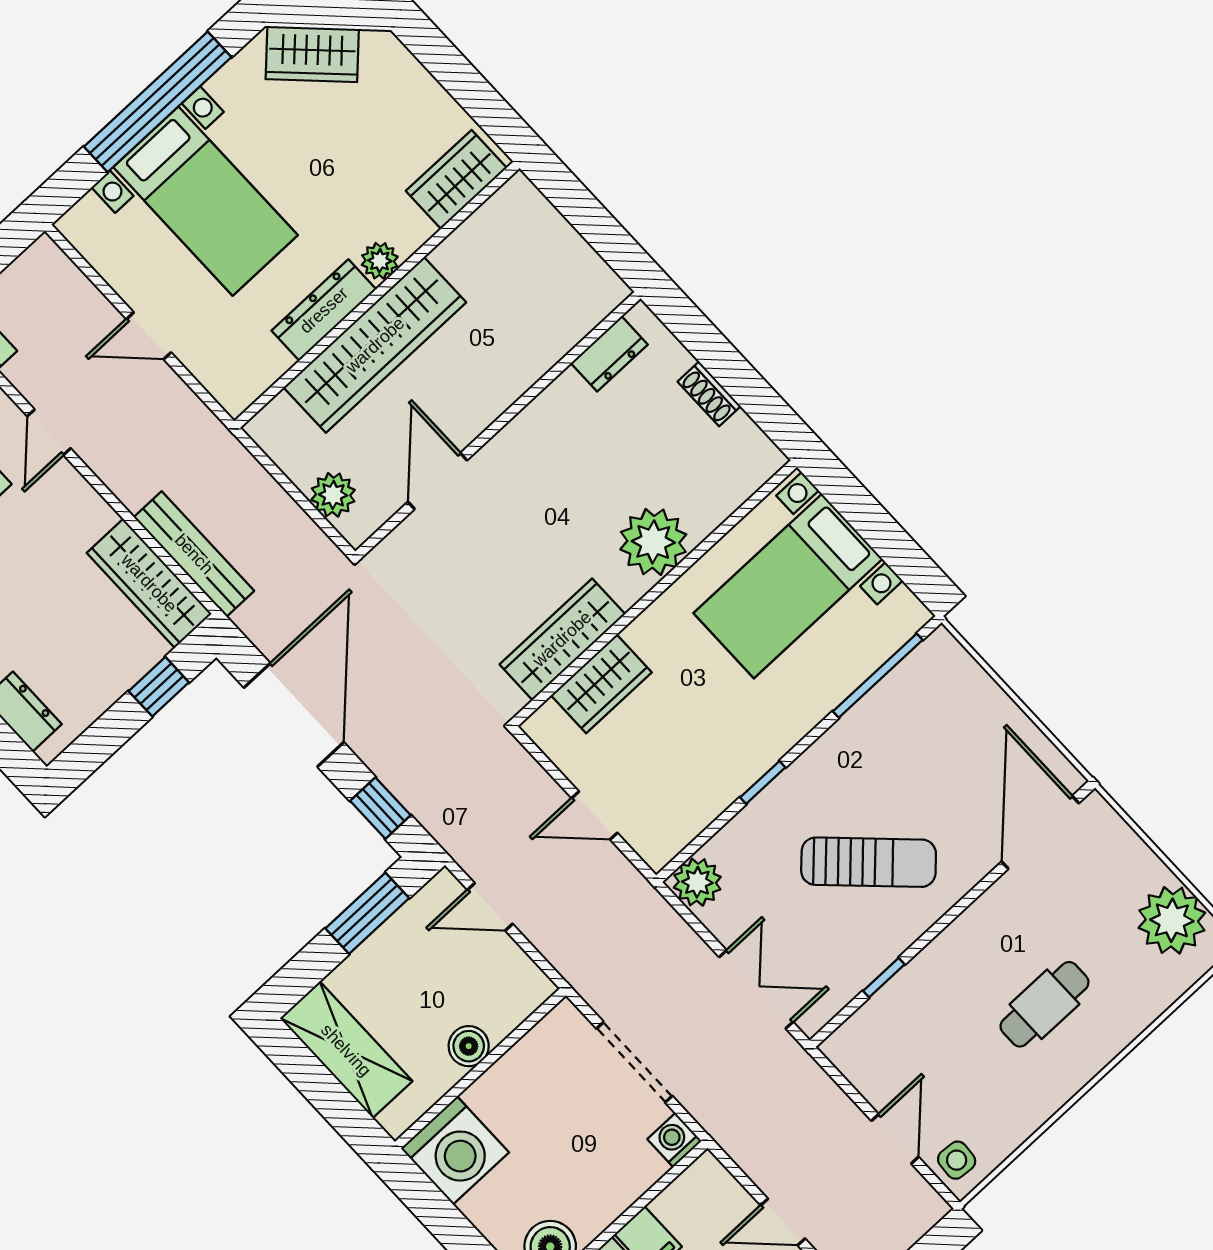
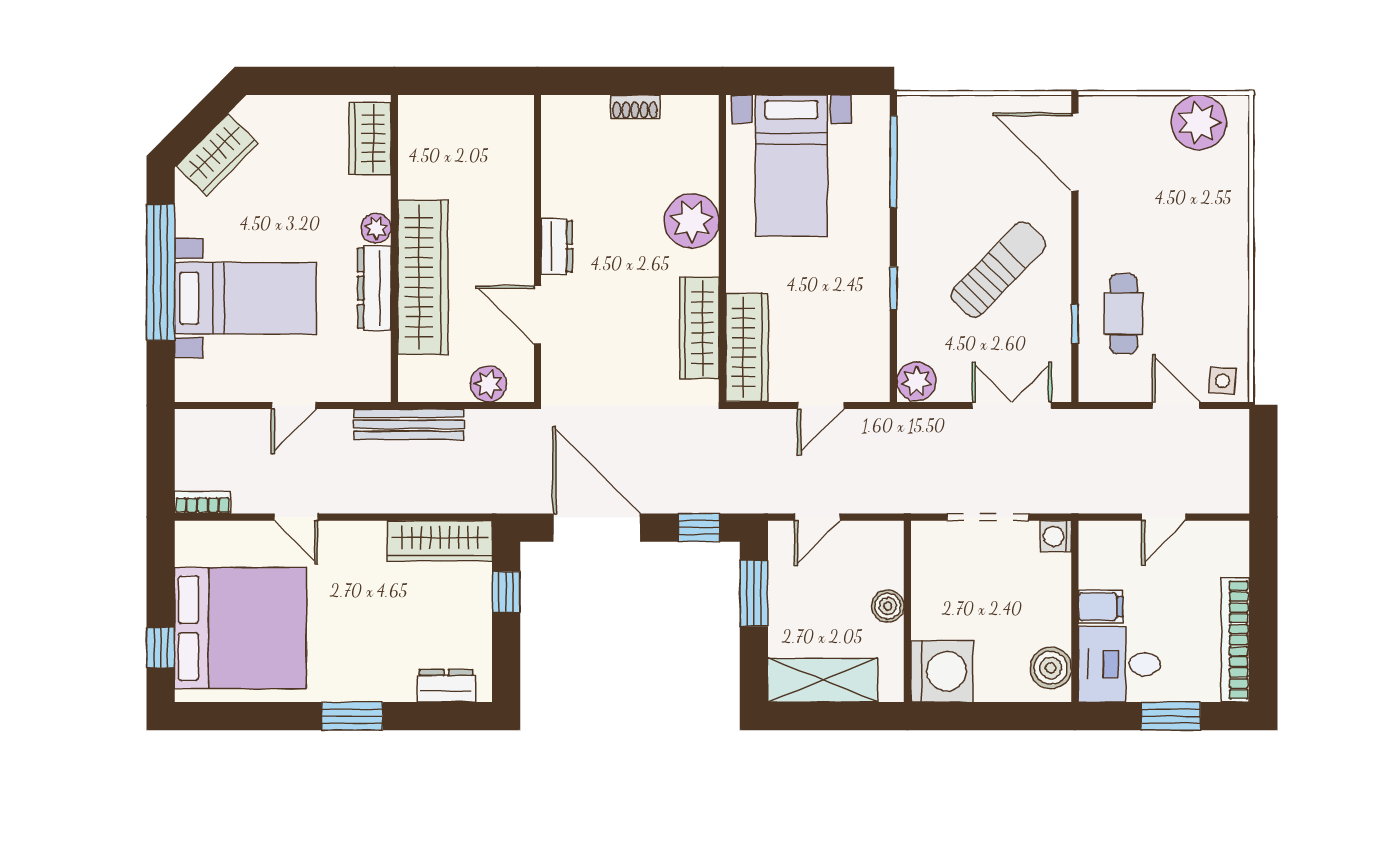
dresser: (609, 354) -> (557, 246), moved
bench: (194, 554) -> (409, 424), moved
wardrobe: (601, 684) -> (747, 347), width x1.50
cafe table: (1044, 1004) -> (1124, 314), moved

